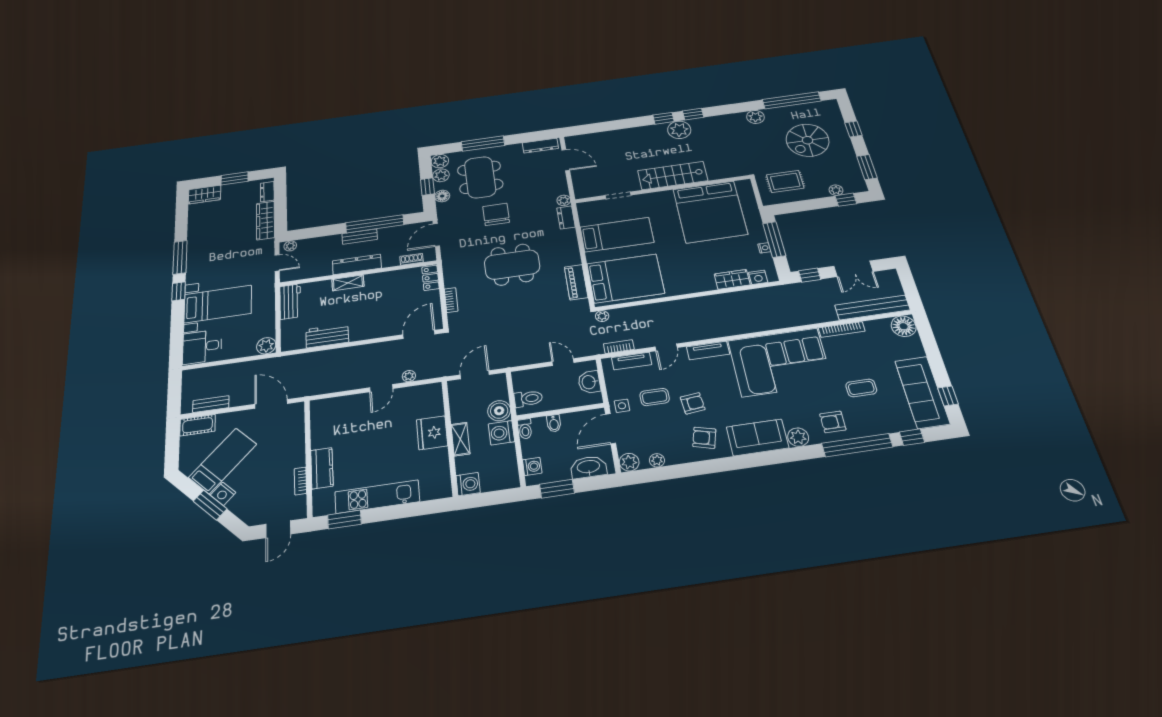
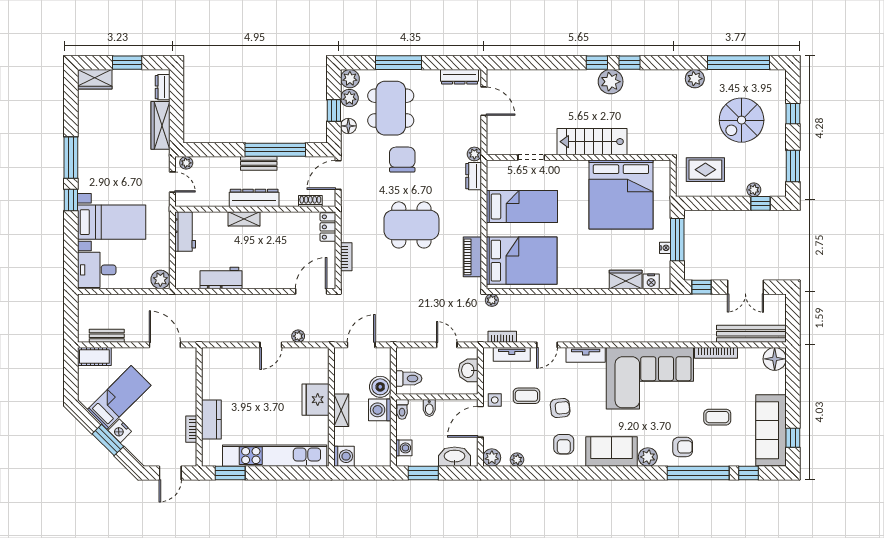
armchair: (833, 422) -> (683, 447), turned 180
armchair: (704, 438) -> (564, 444), turned -105
kitchen unit: (377, 497) -> (275, 456), width x1.36

